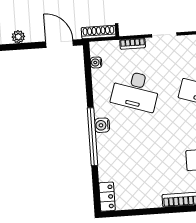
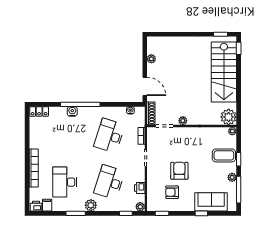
door: (60, 44) -> (145, 86), hinge flipped
water cooler: (102, 125) -> (72, 111), moved

